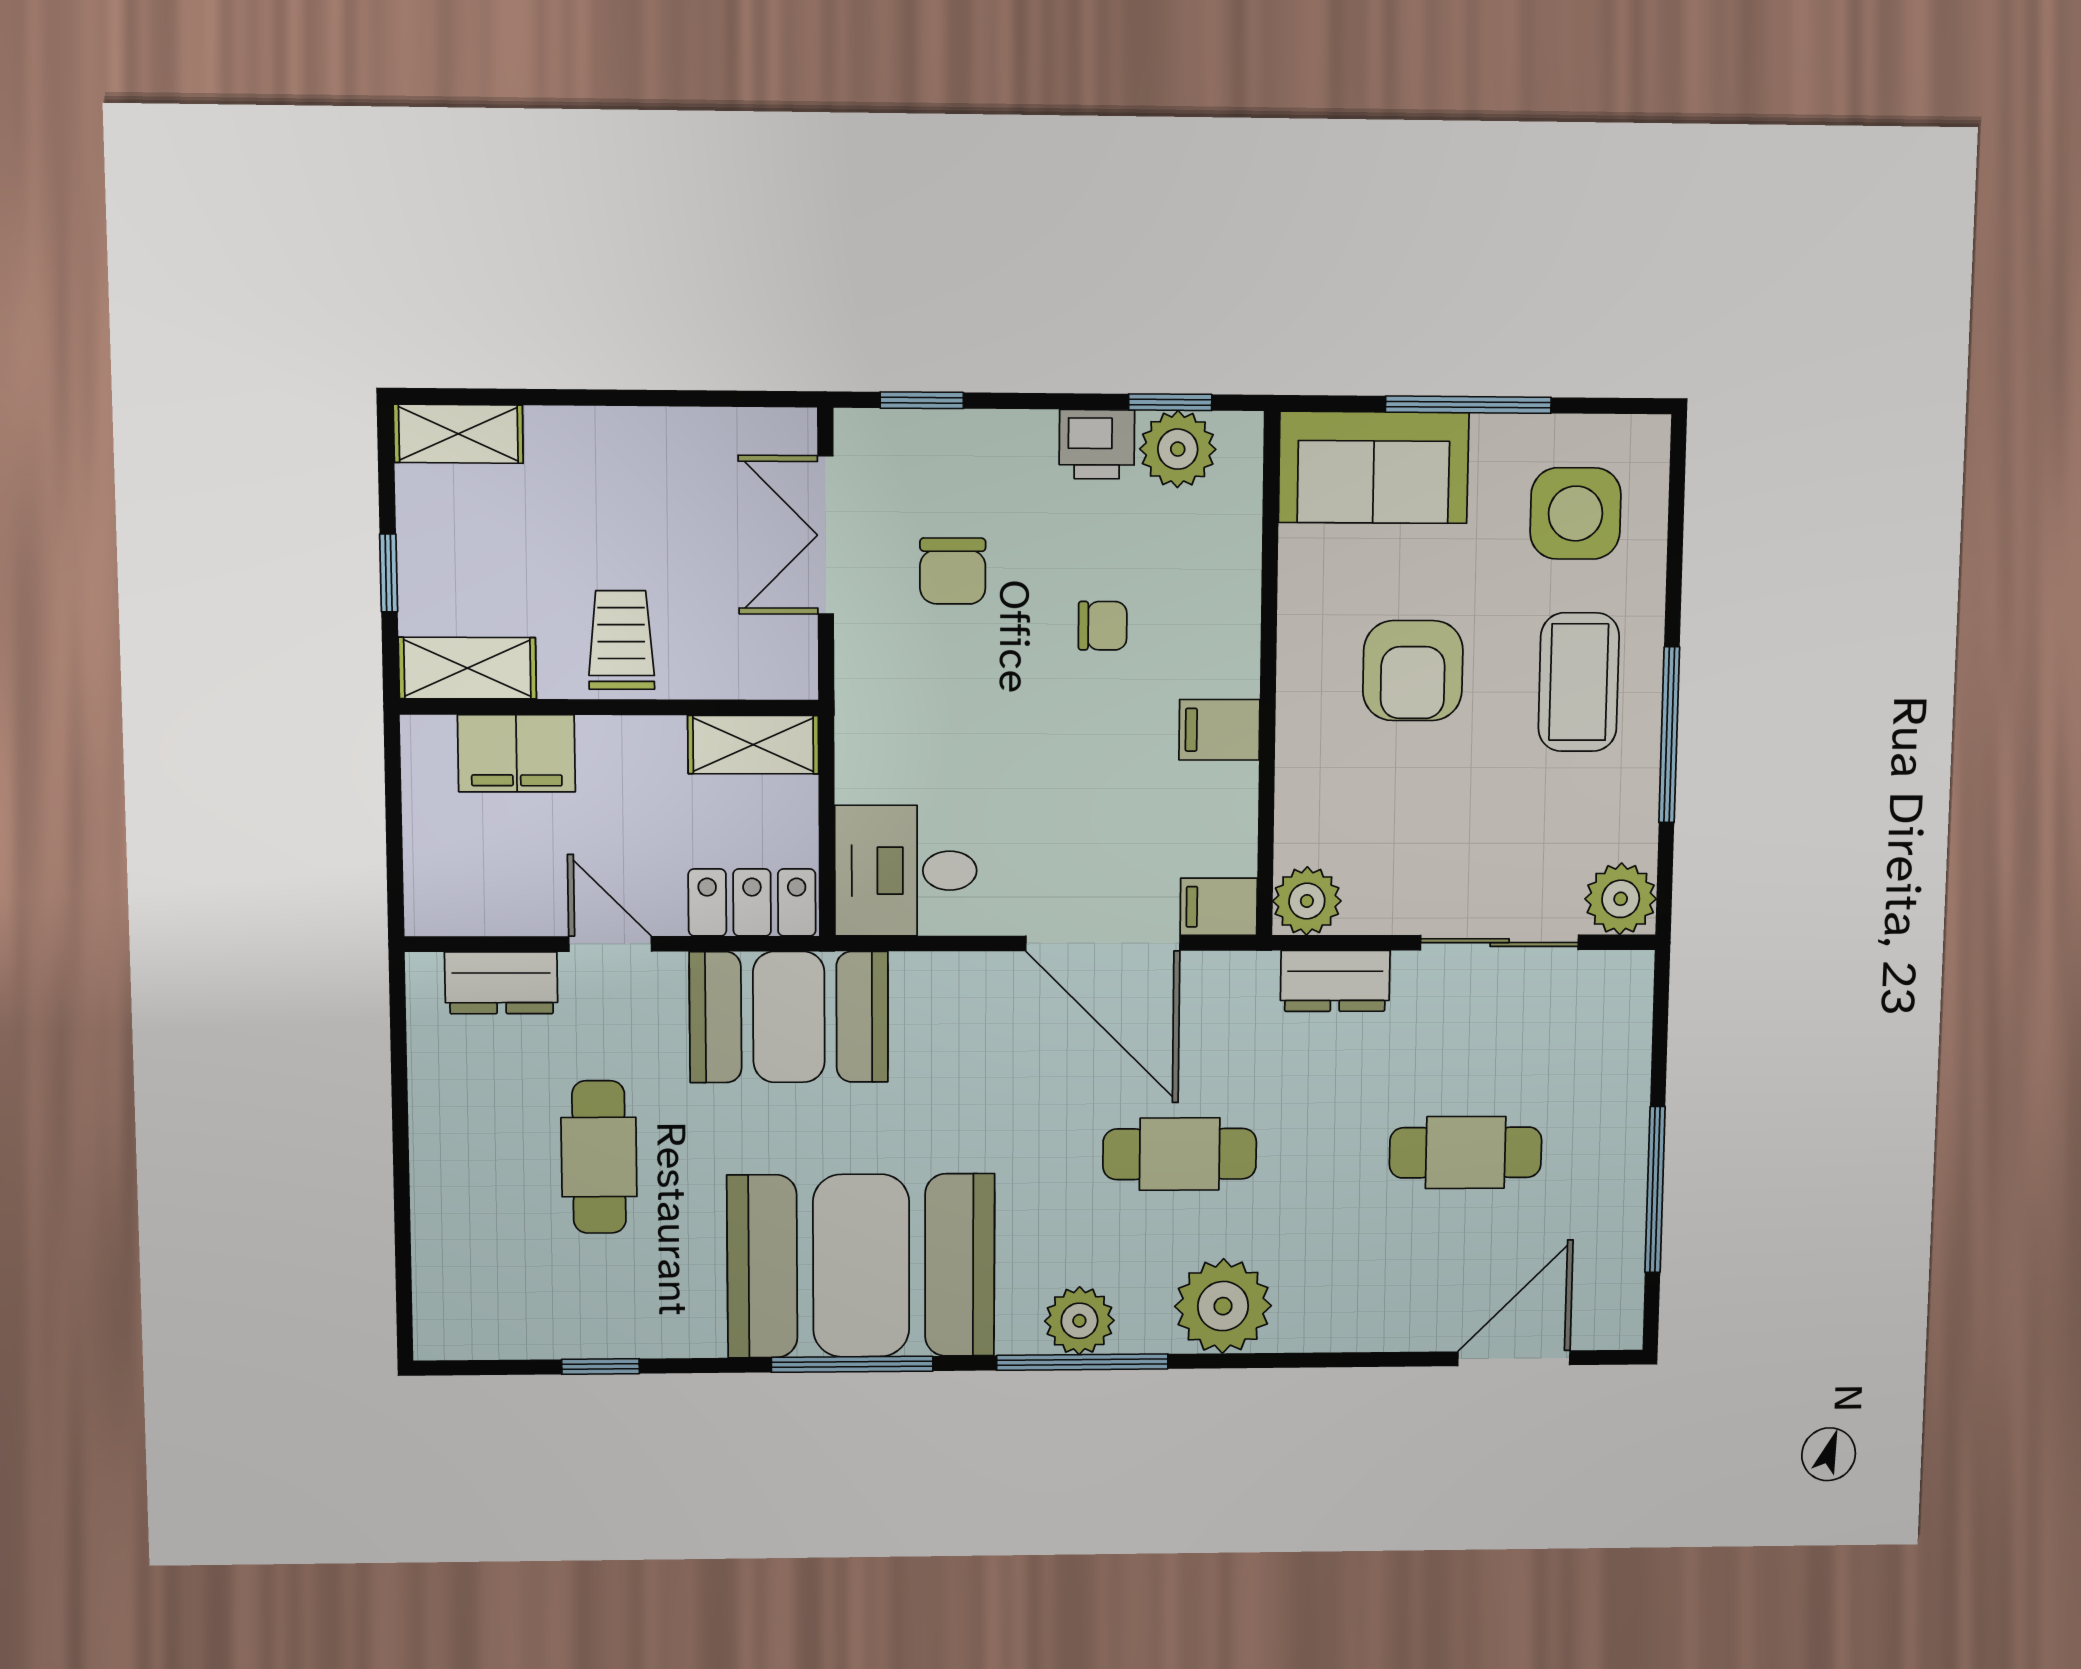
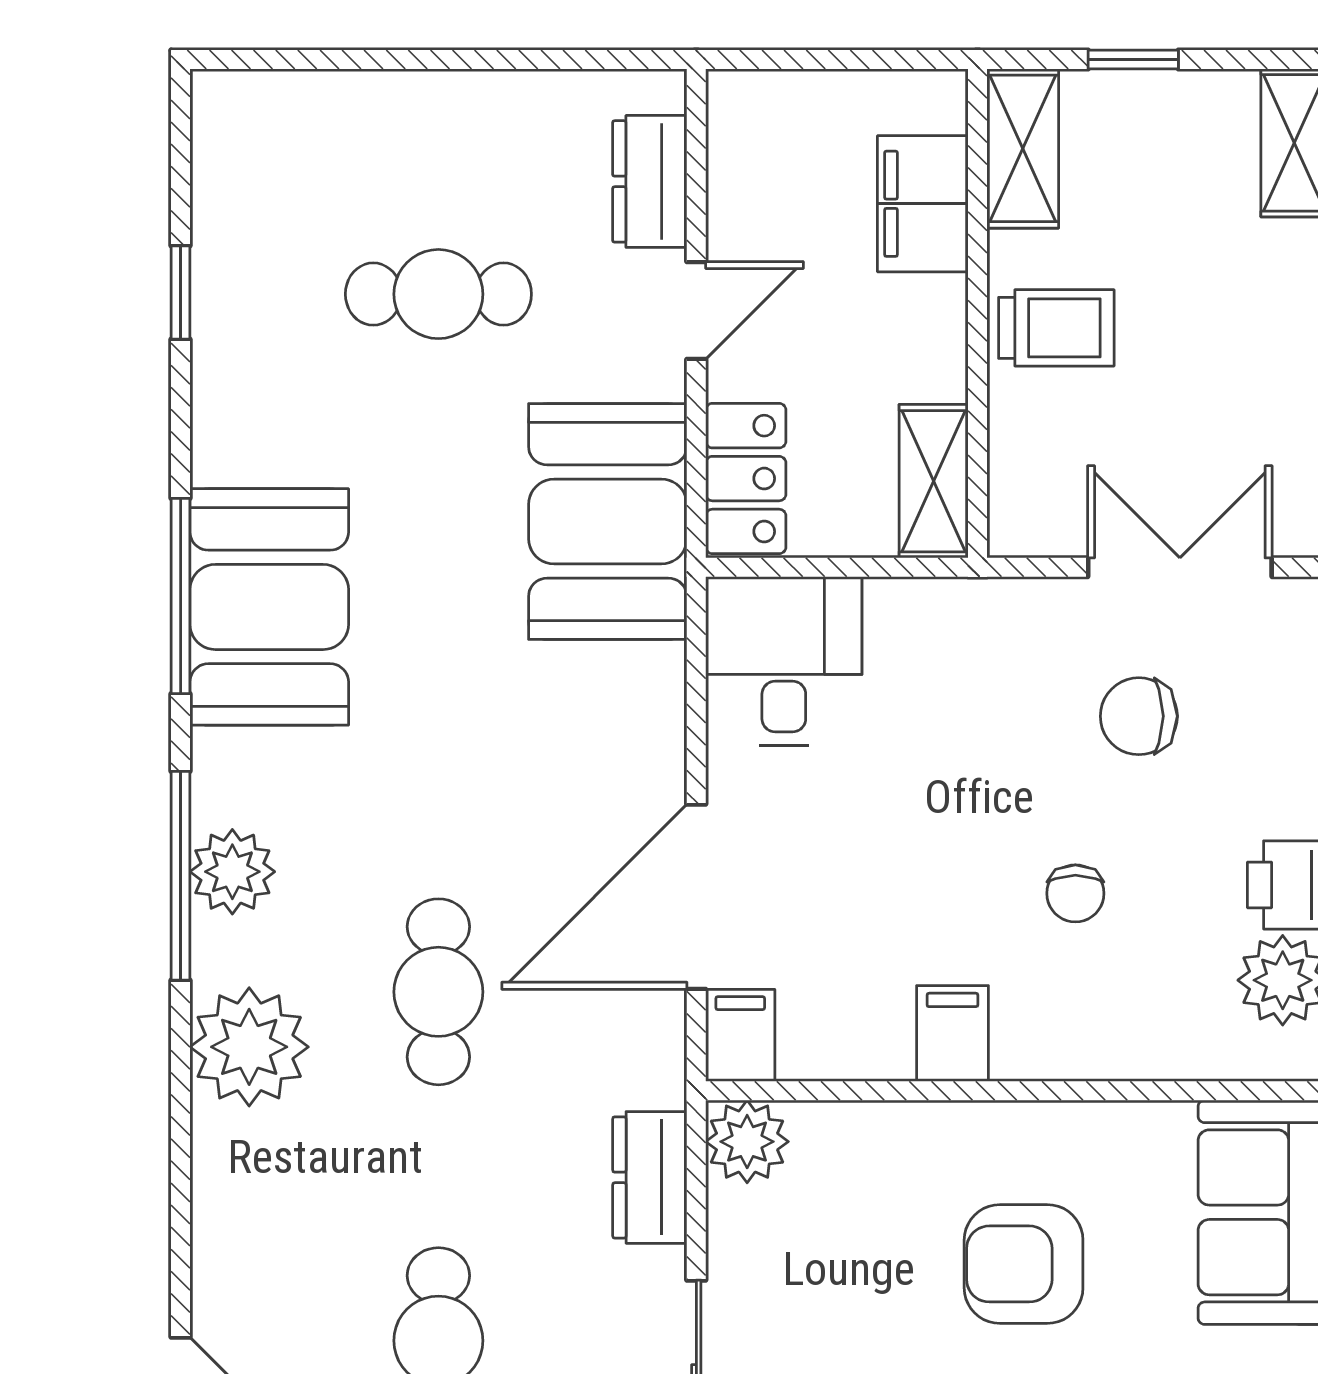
booth: (861, 1266) -> (269, 607), width x0.73, depth x0.70

